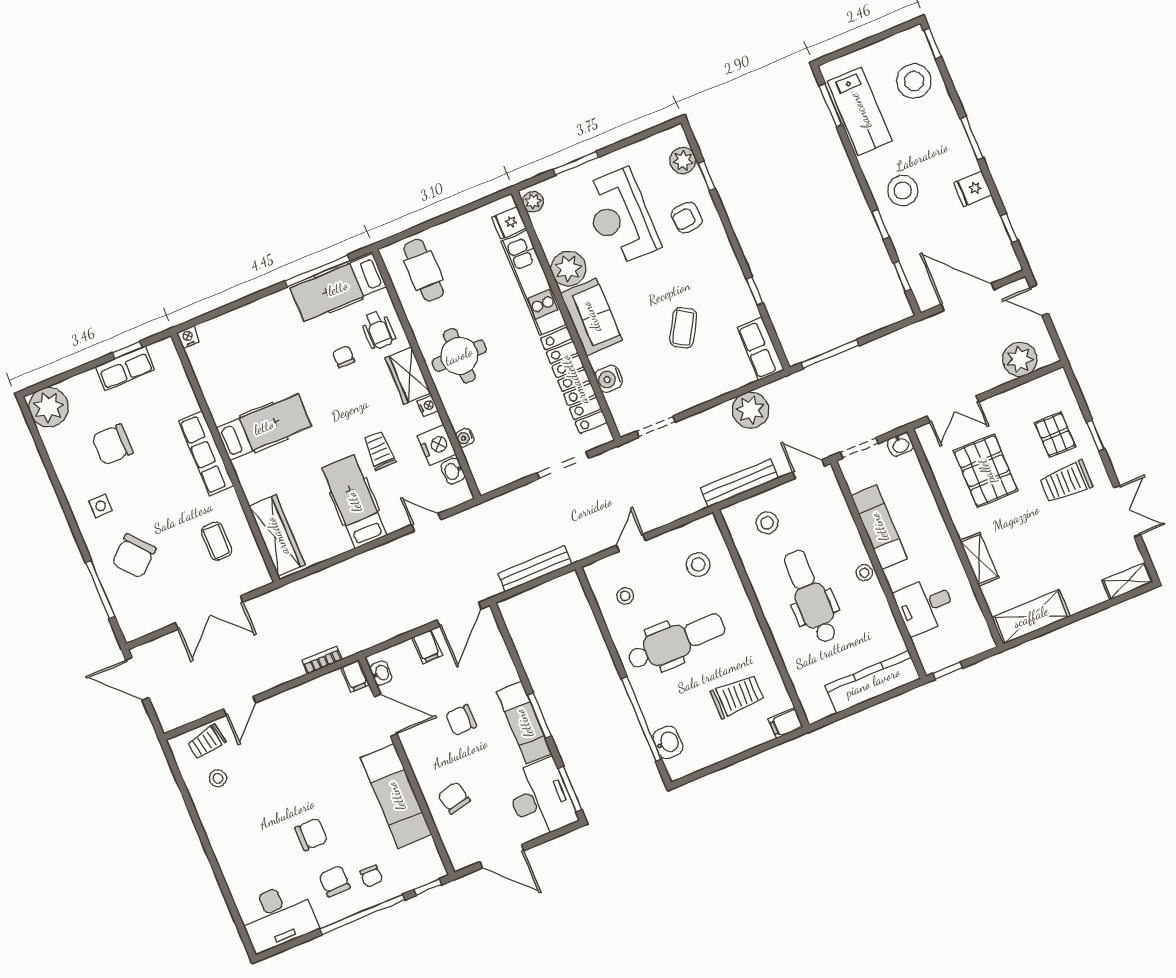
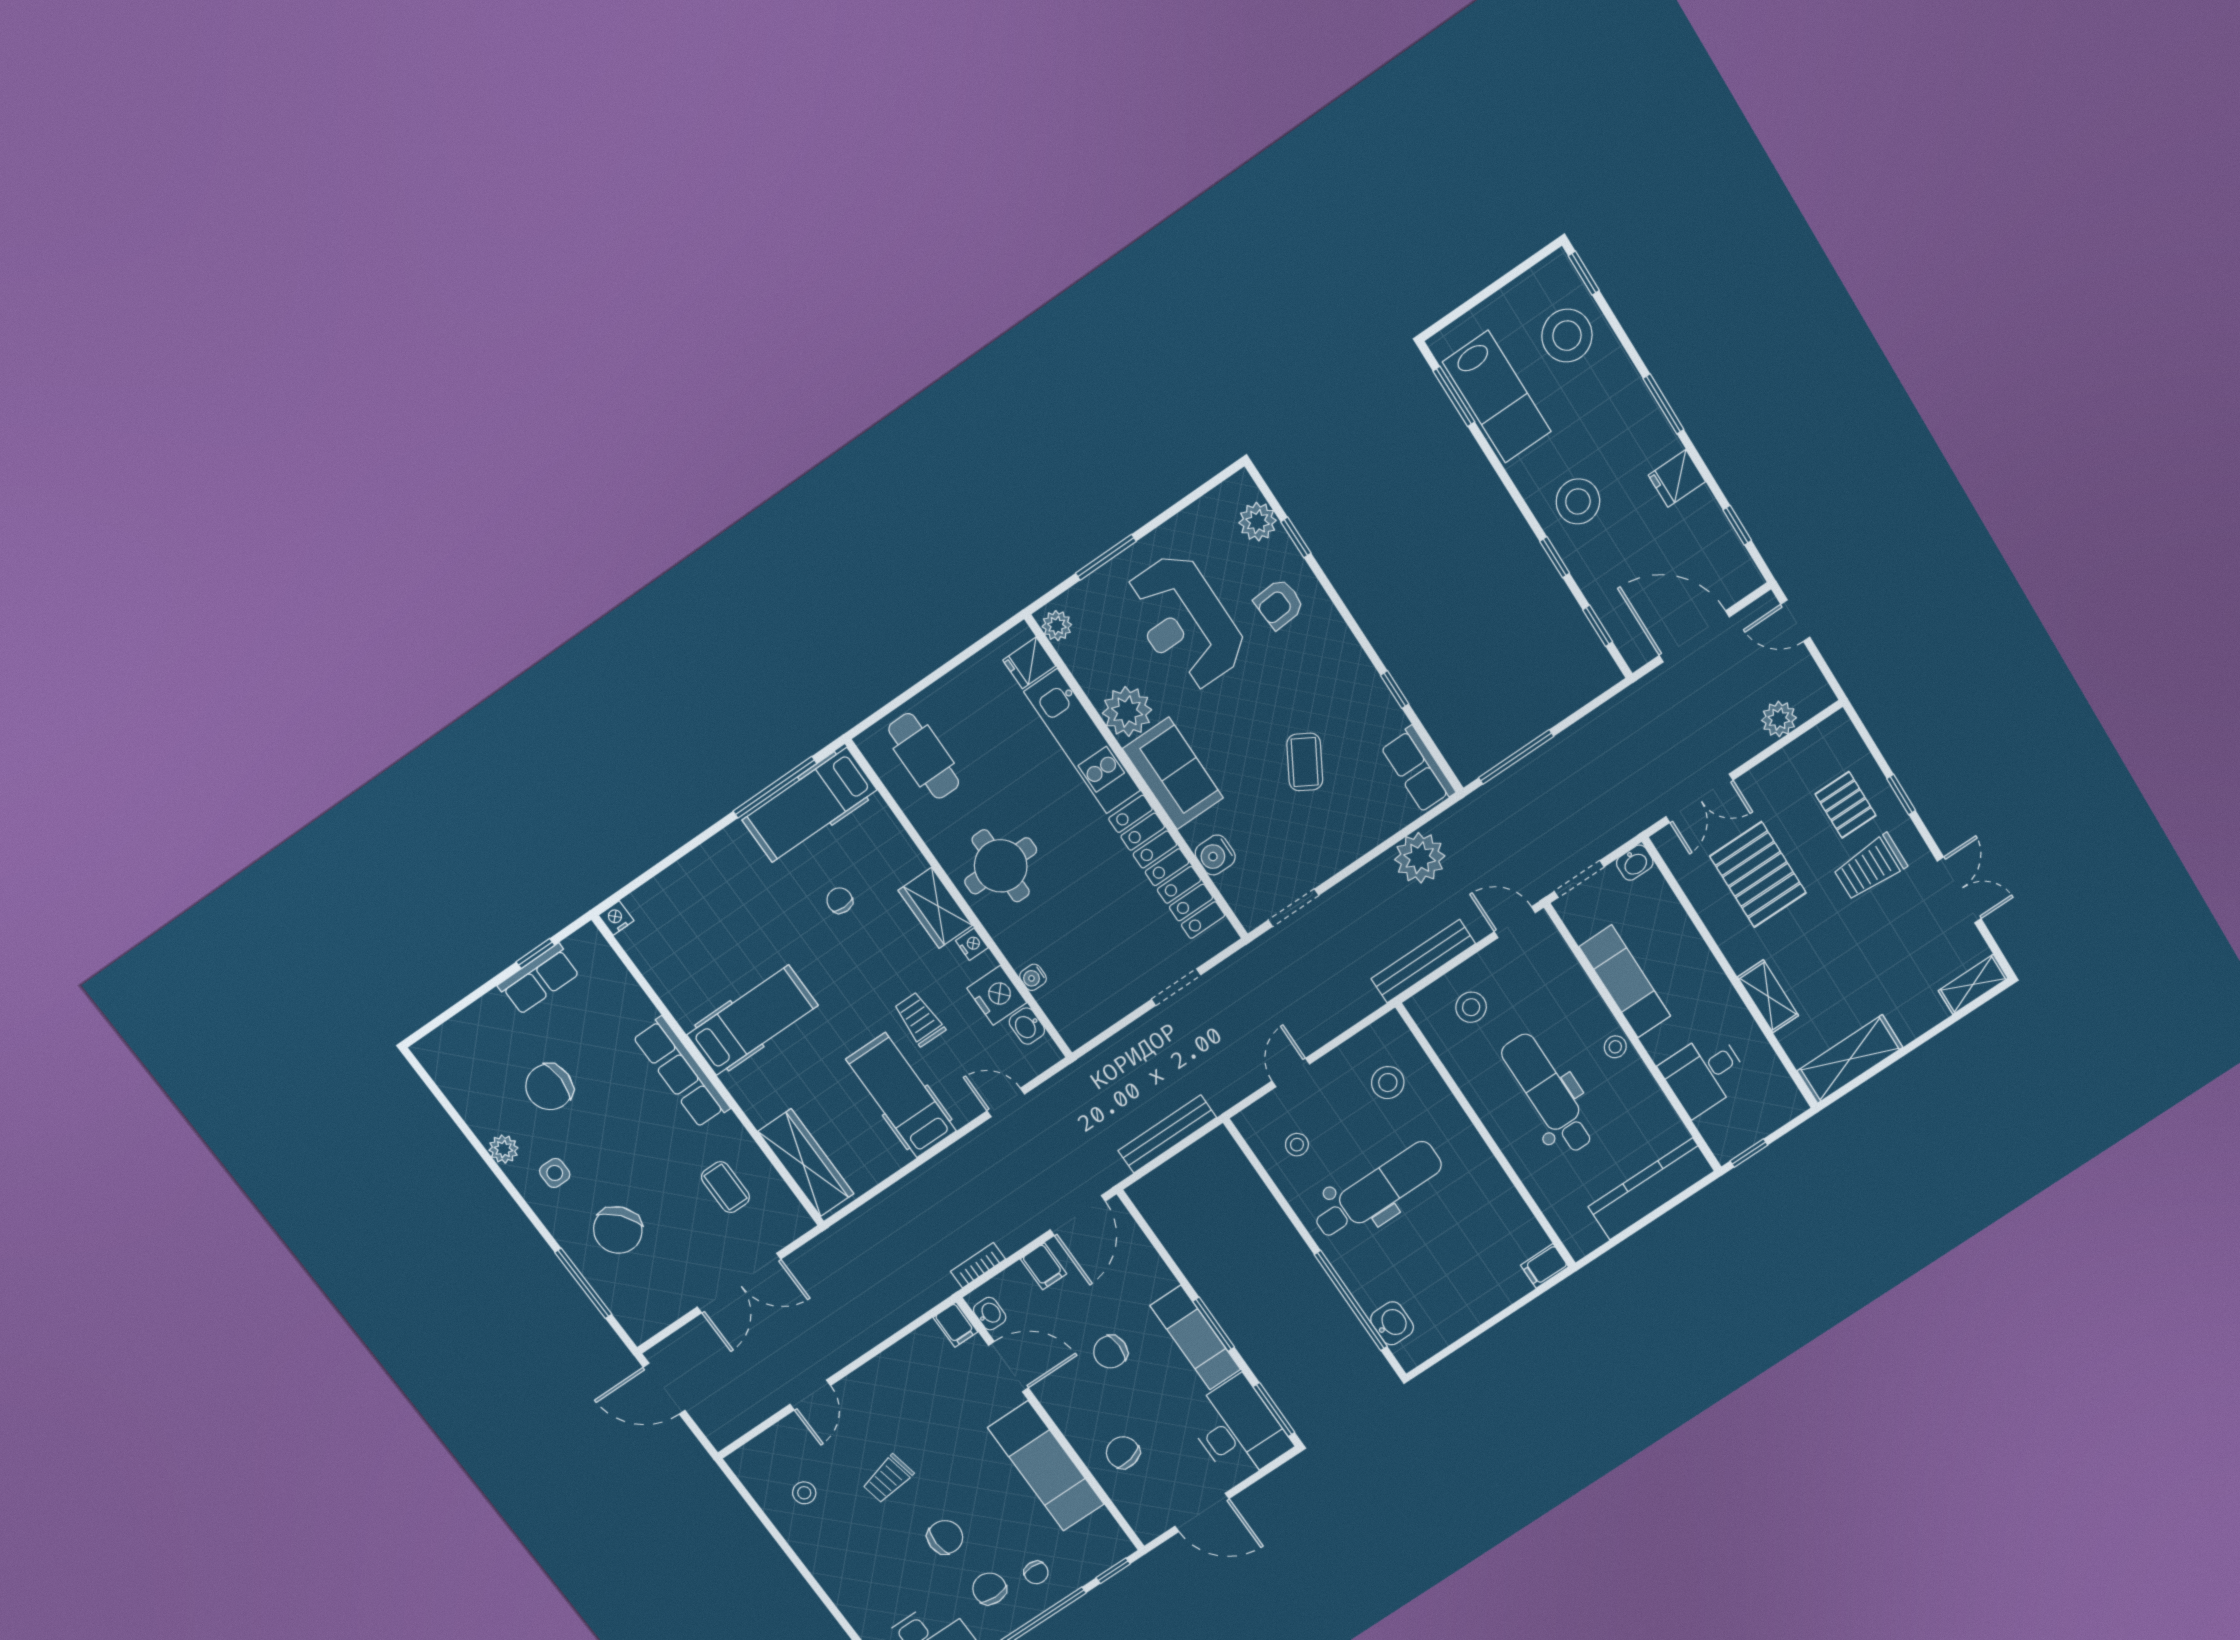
wheelchair: (378, 330) -> (879, 853), removed
plant: (1020, 359) -> (1779, 719), width x0.73, depth x0.73
plant: (49, 407) -> (504, 1149), moved, width x0.53, depth x0.53
doorway: (563, 465) -> (1176, 987), width x0.73
bookcase: (322, 660) -> (978, 1265), moved
trolley: (737, 696) -> (1473, 1244), removed
trolley: (206, 742) -> (888, 1479), moved

